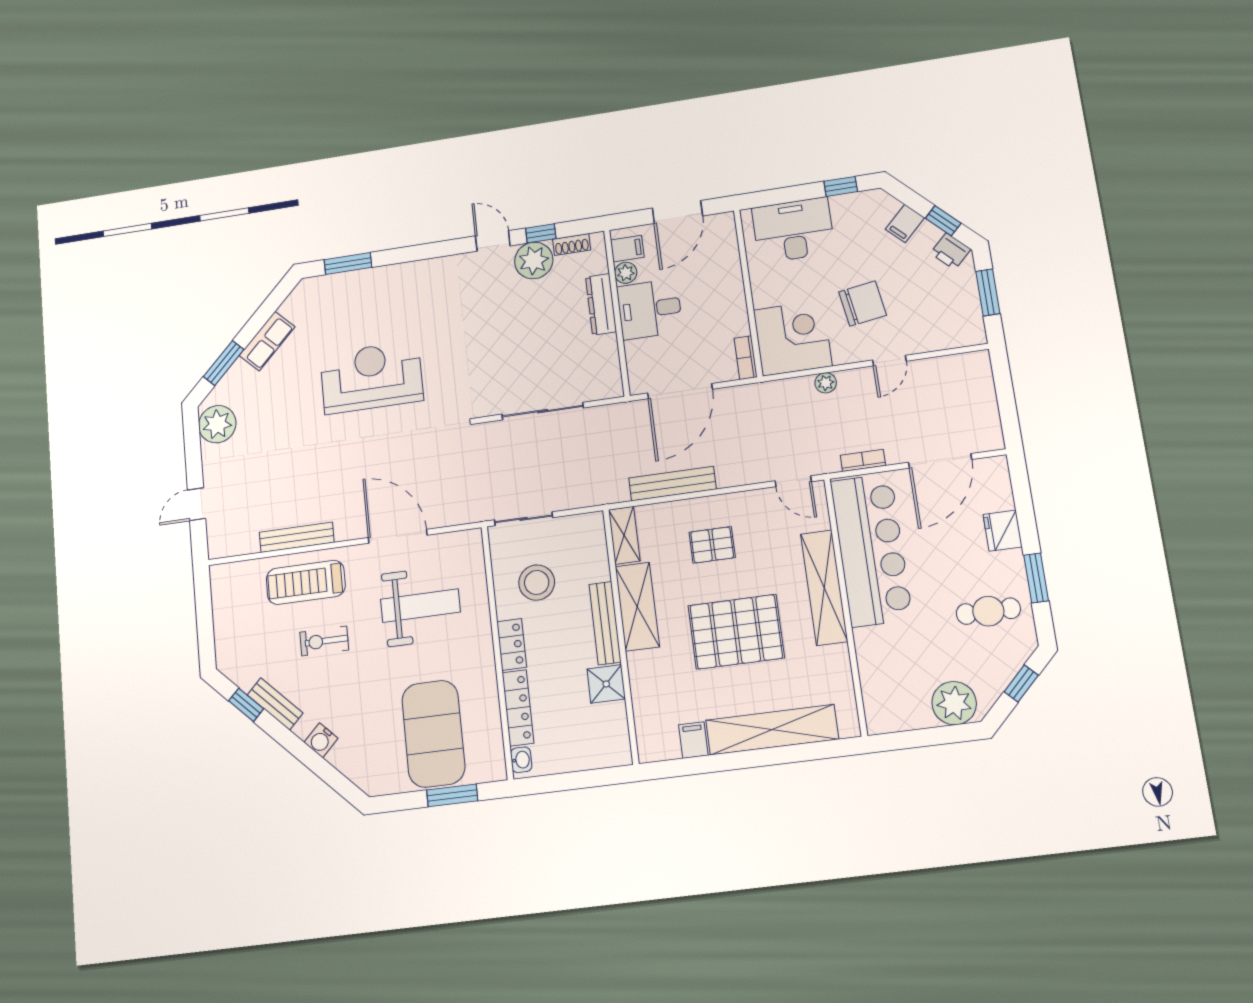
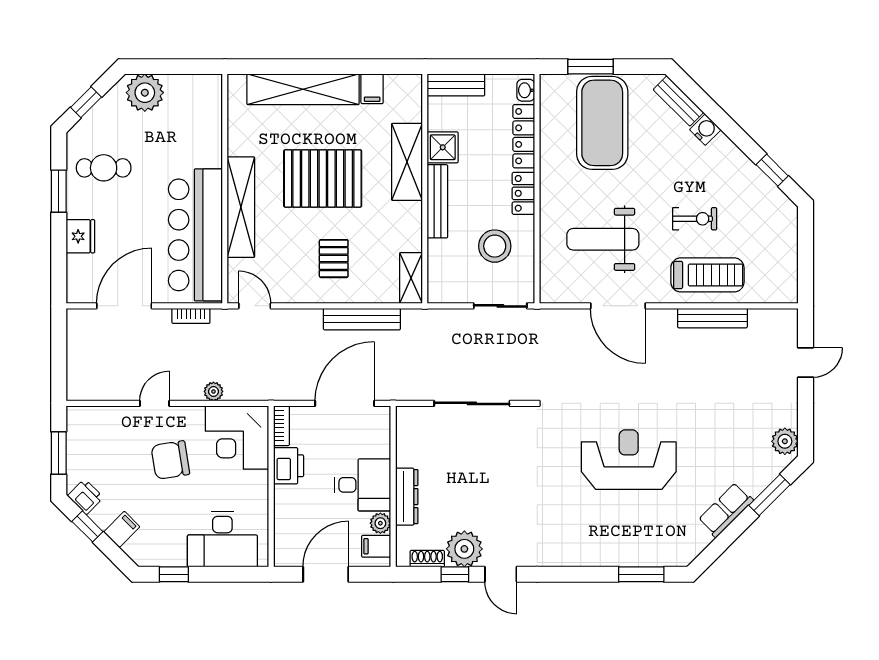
printer: (732, 317) -> (289, 466), added
reception desk: (371, 377) -> (629, 460), turned 180
plant: (217, 424) -> (785, 441), width x0.73, depth x0.73
pallet: (712, 545) -> (334, 259), turned 90
shelving: (637, 607) -> (407, 162), moved
bench: (275, 704) -> (678, 101), moved
bench: (600, 756) -> (456, 85), added

